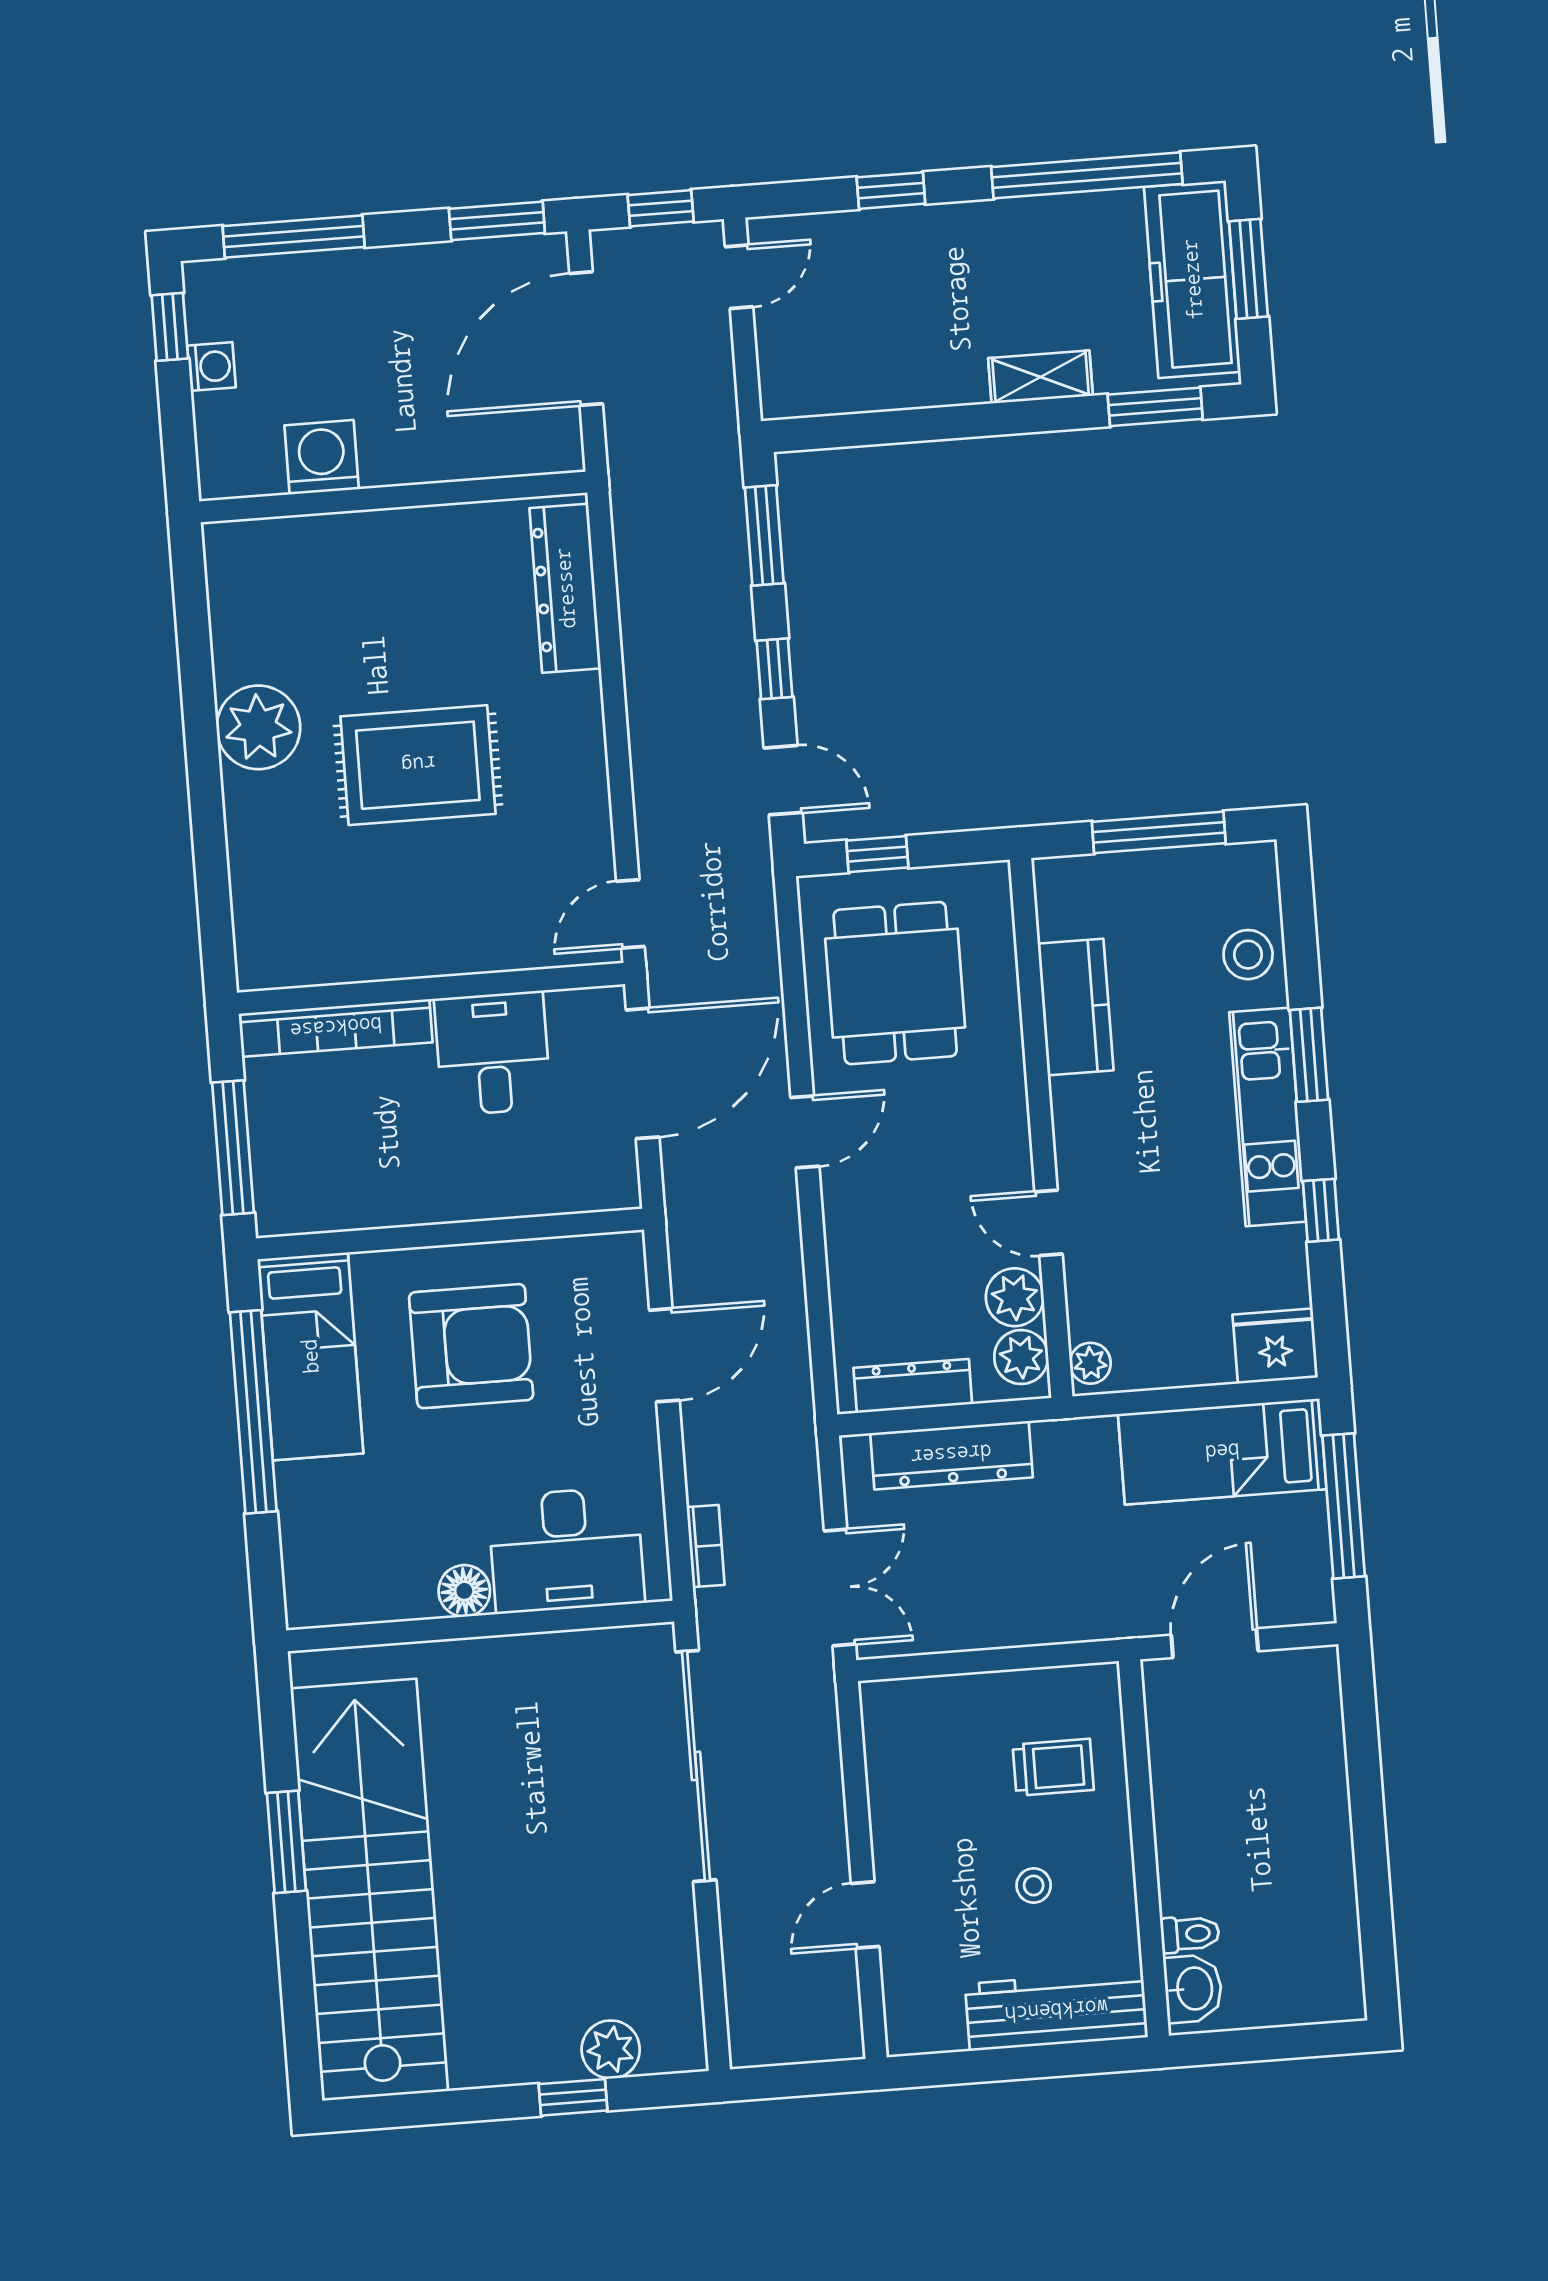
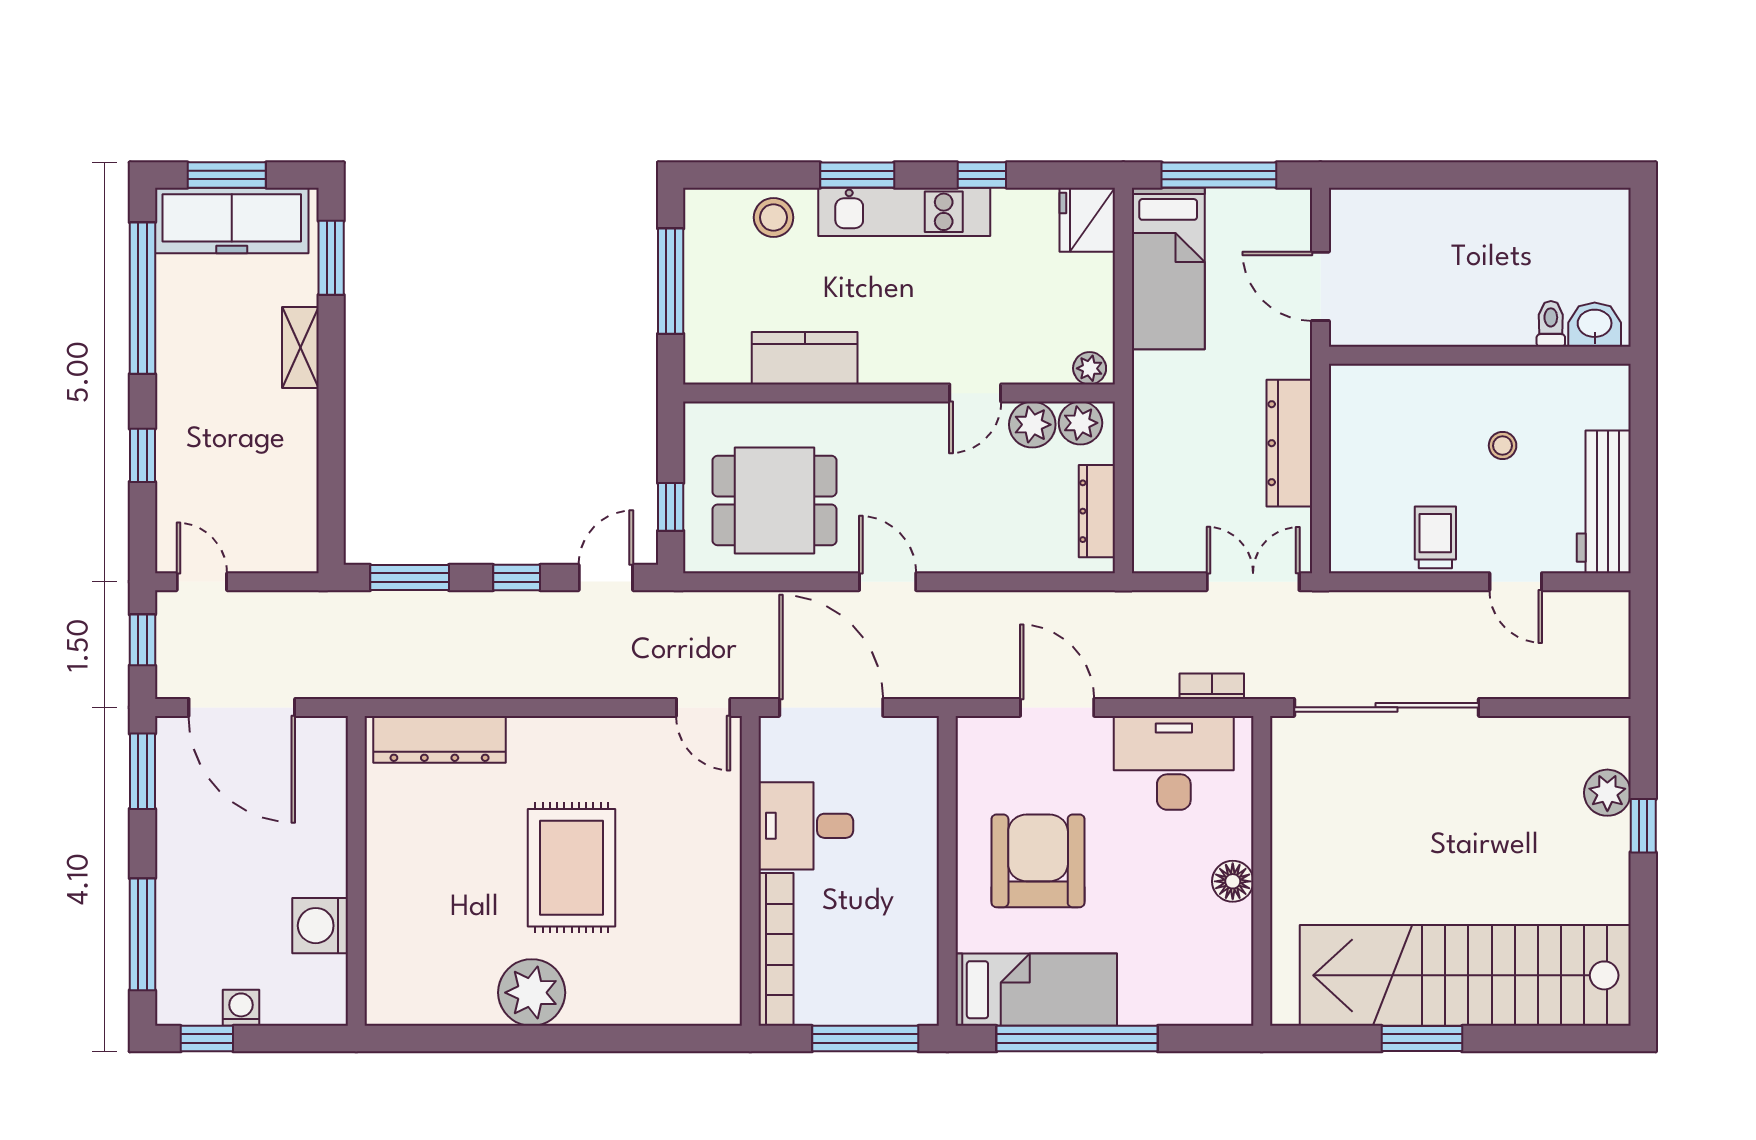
dresser: (951, 1455) -> (1289, 443), moved, turned 180
desk: (566, 1550) -> (1174, 763), moved, turned -90
trolley: (1053, 1767) -> (1435, 537), moved
workbench: (1056, 2011) -> (1604, 502), moved

